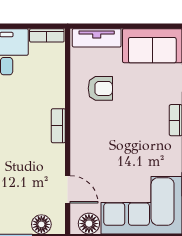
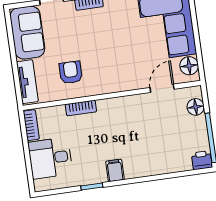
bookcase: (58, 126) -> (81, 108), moved

